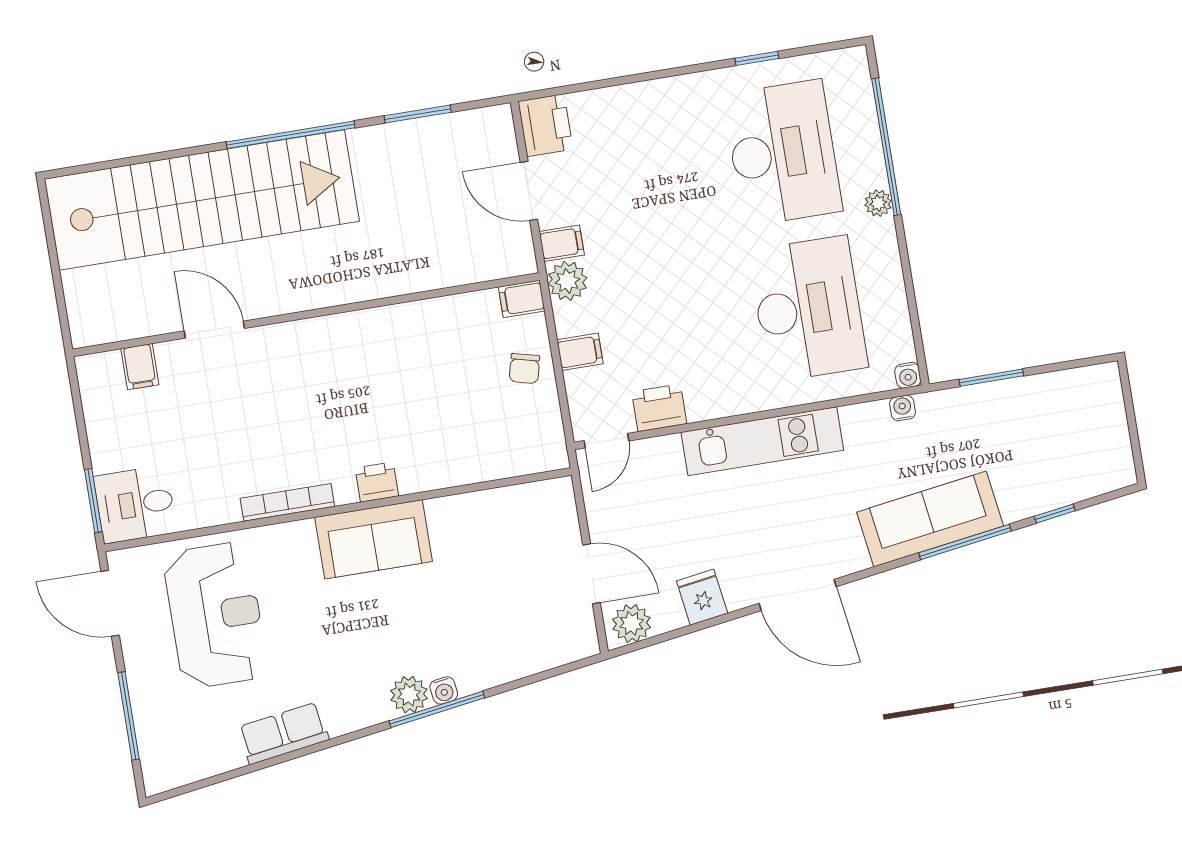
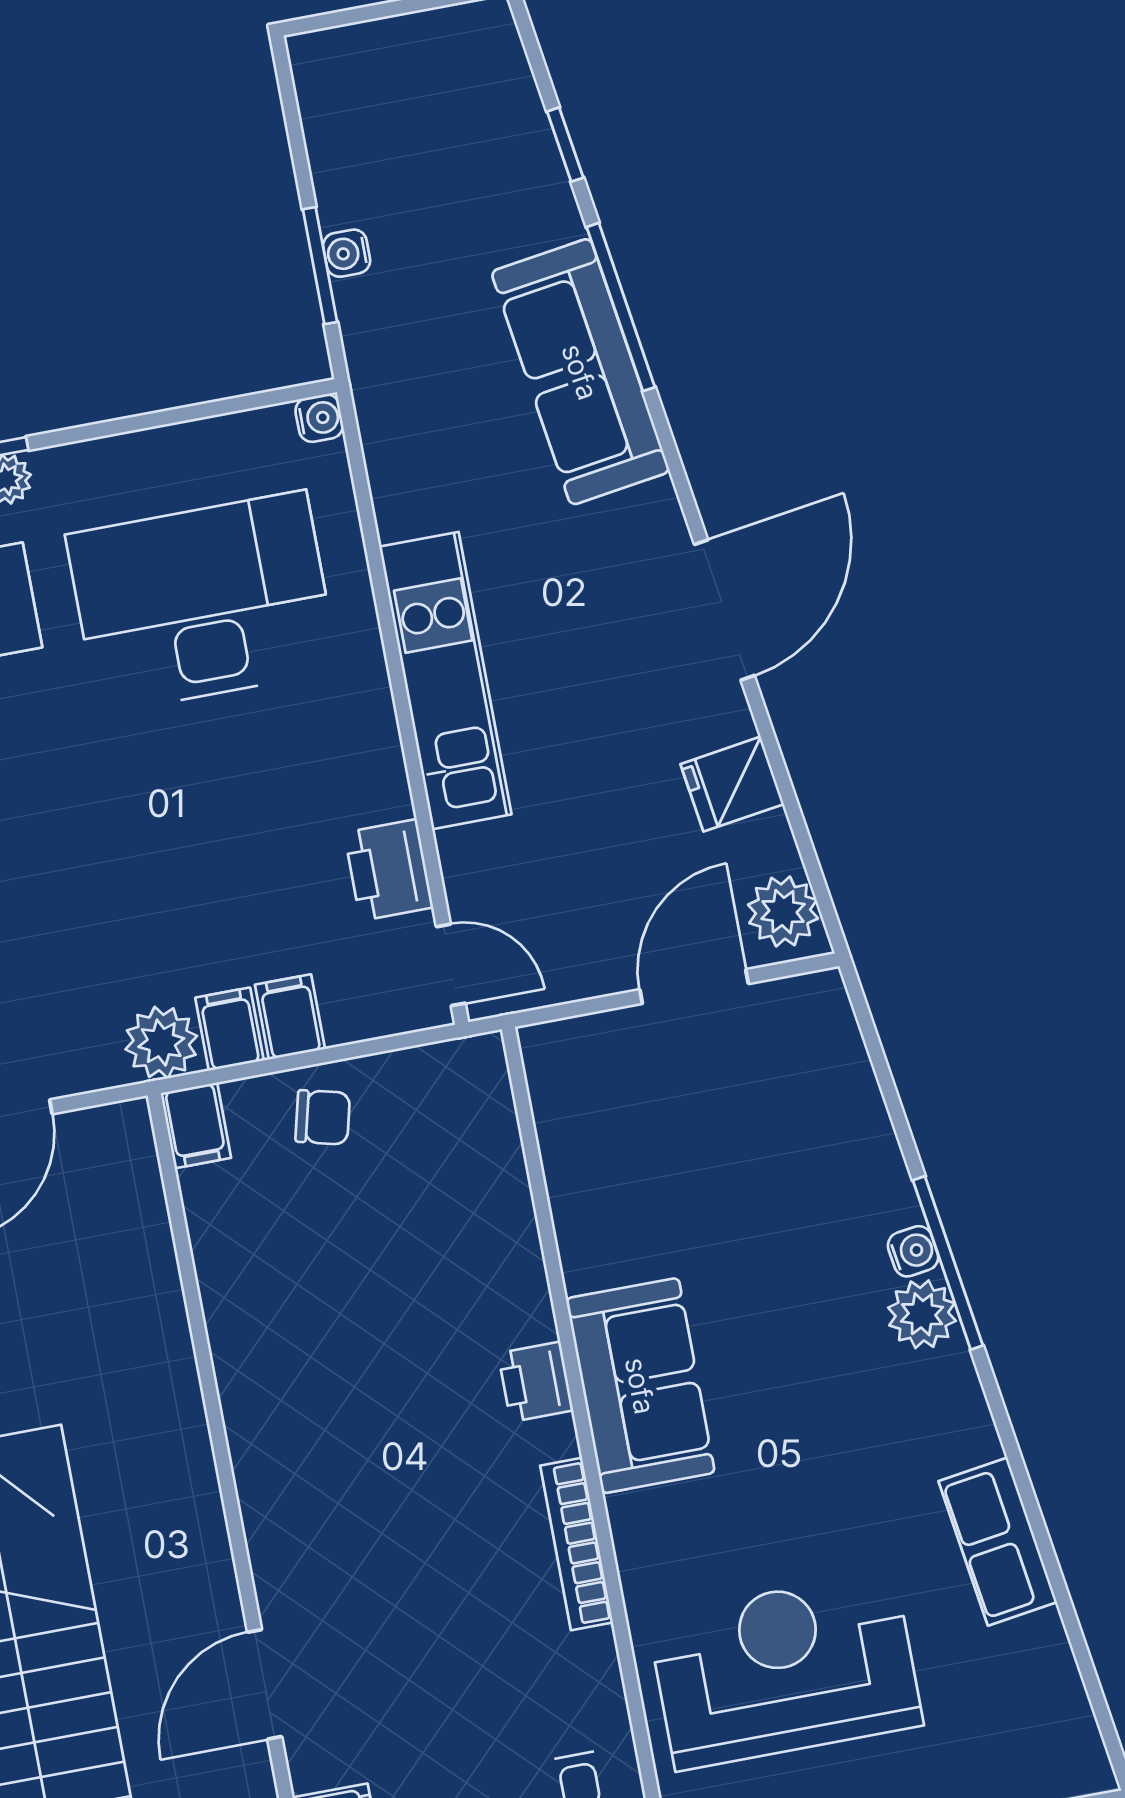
filing cabinet: (562, 243) -> (230, 1029), moved
water cooler: (902, 408) -> (347, 253), moved

